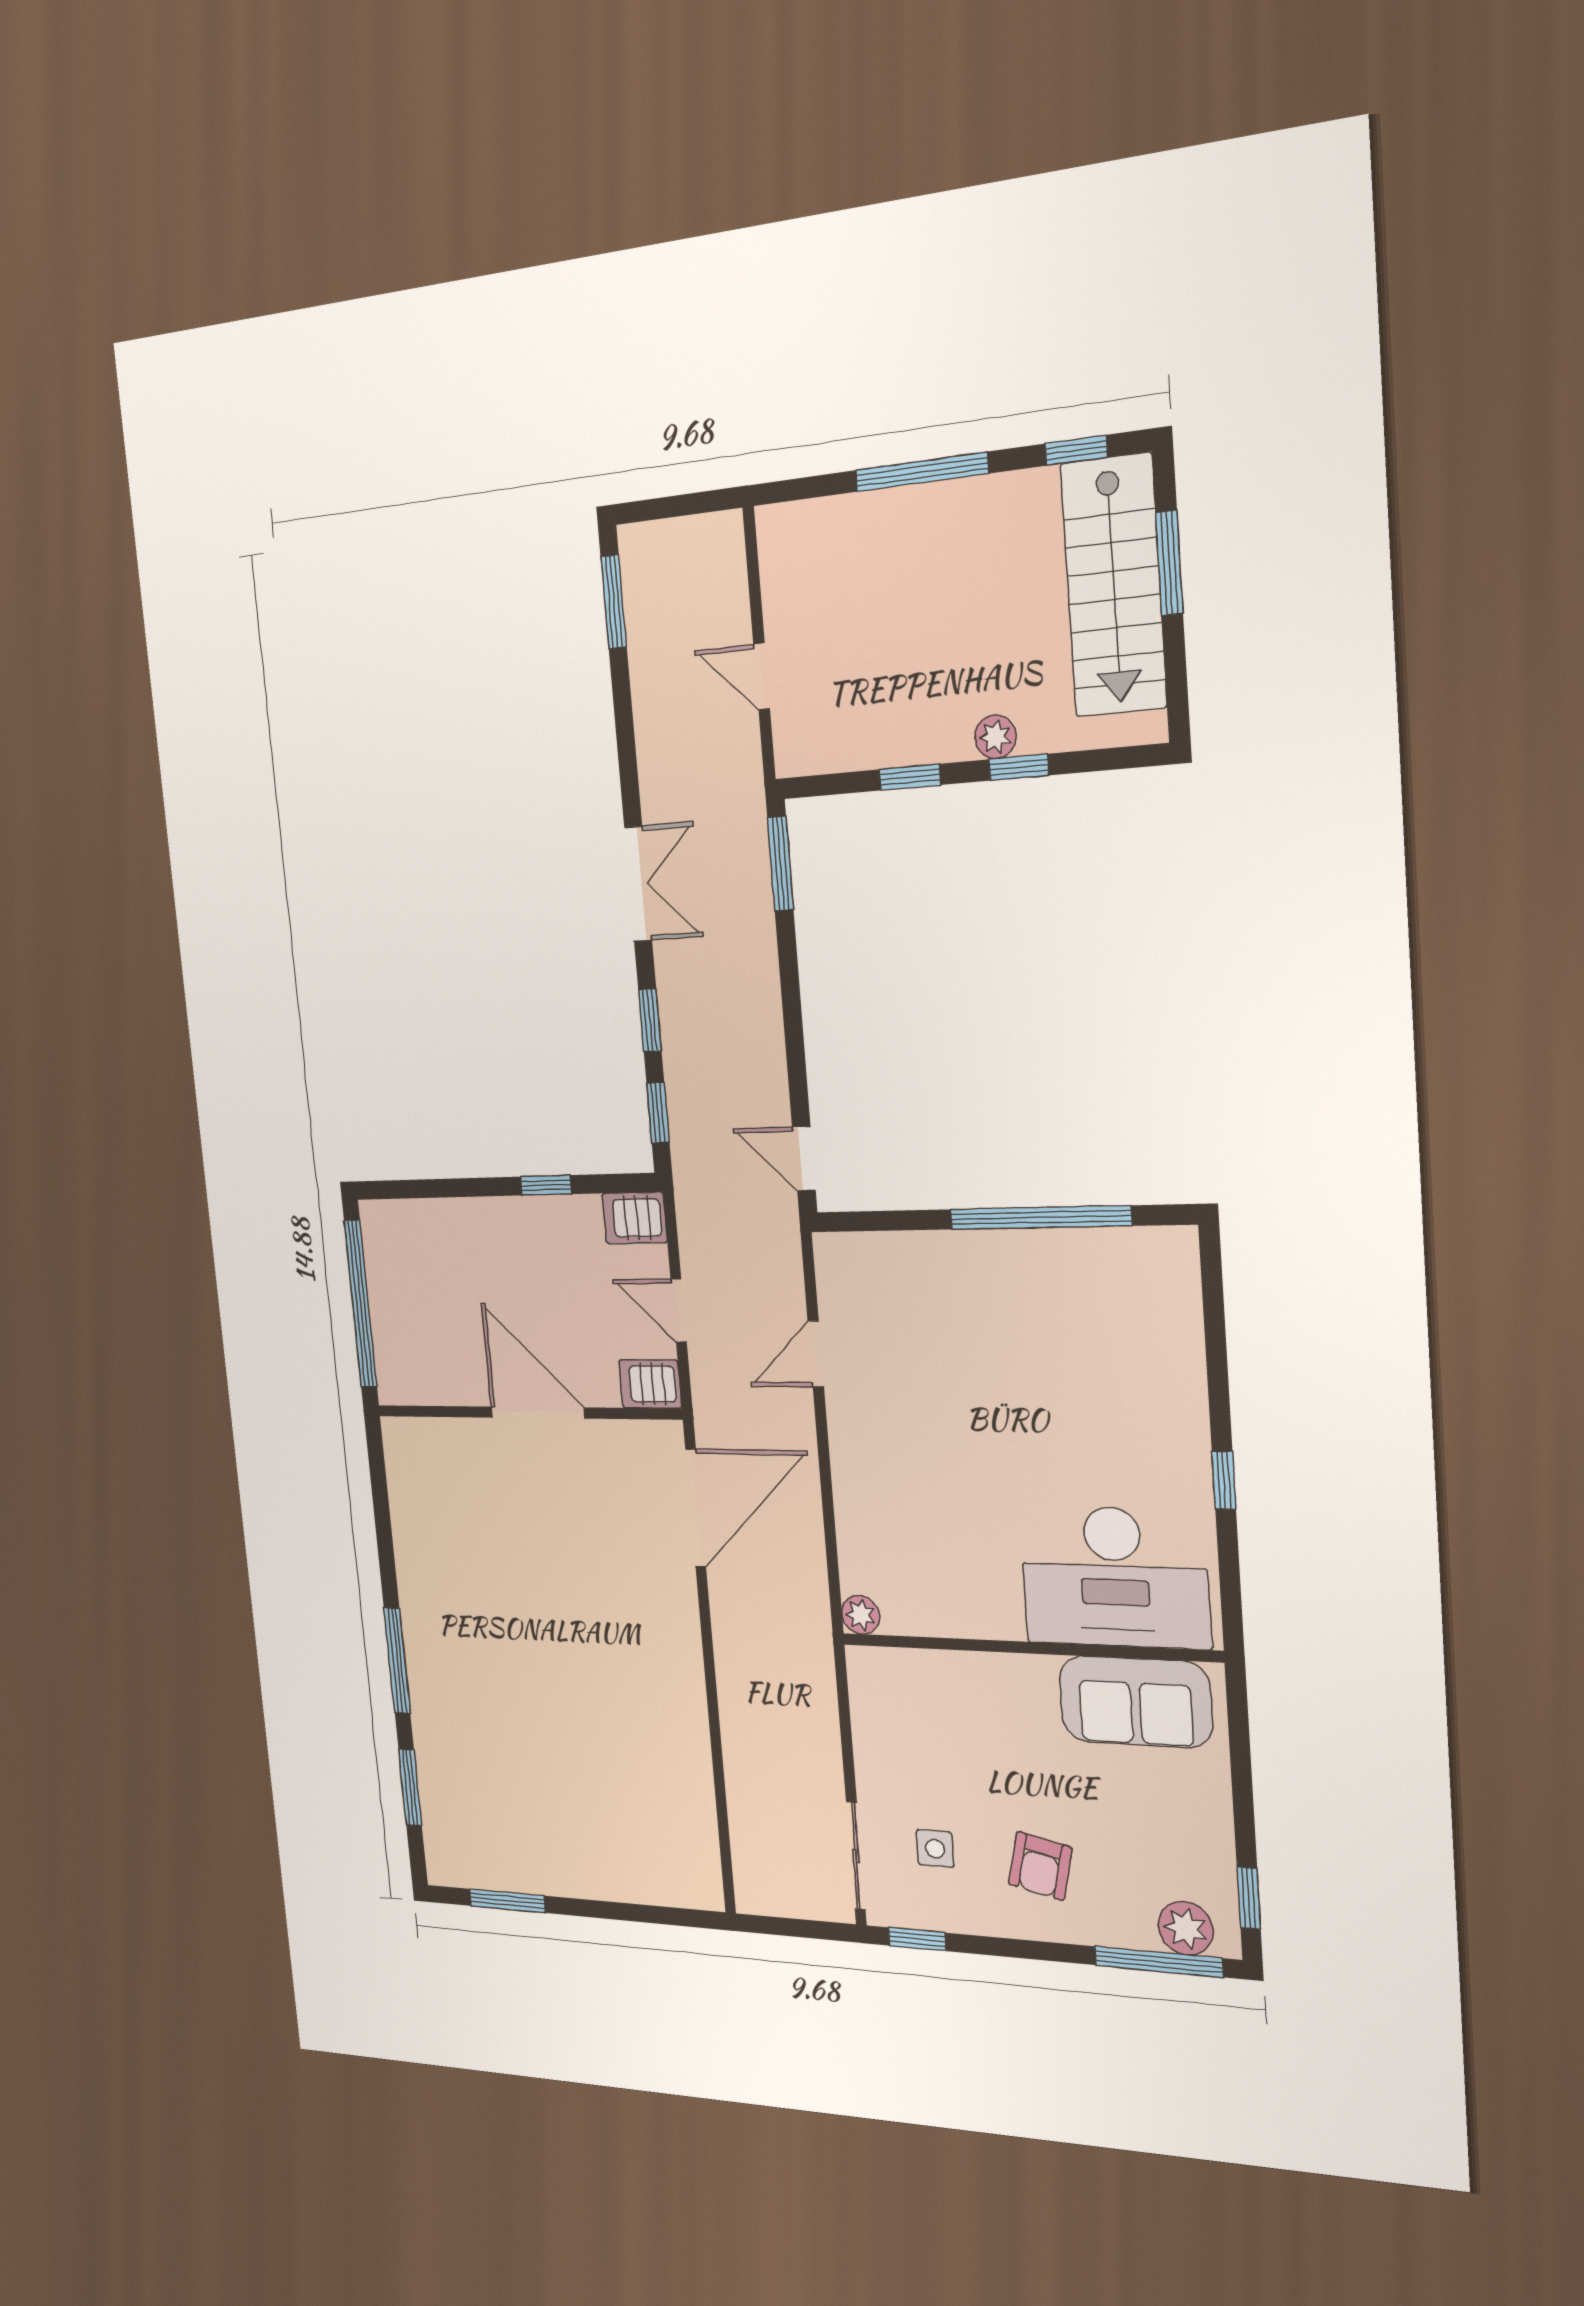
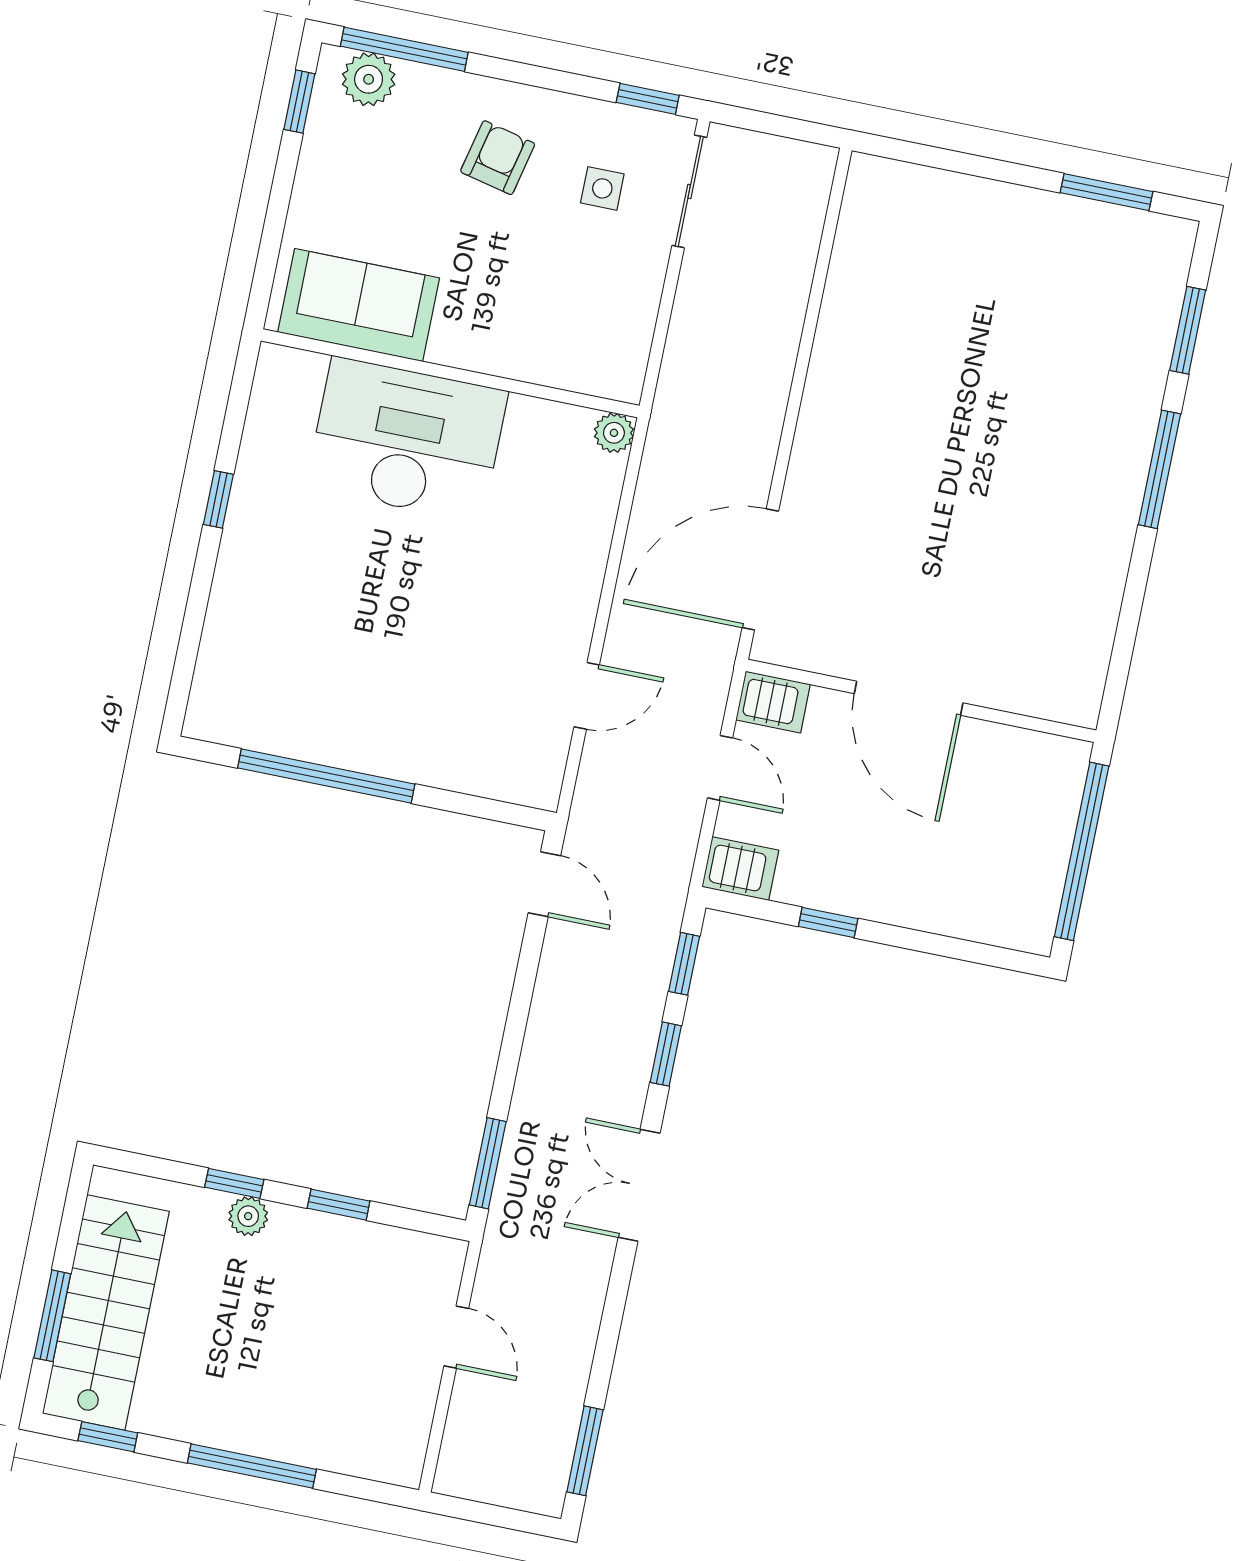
desk: (1114, 1577) -> (407, 440), moved

